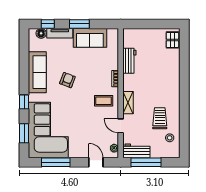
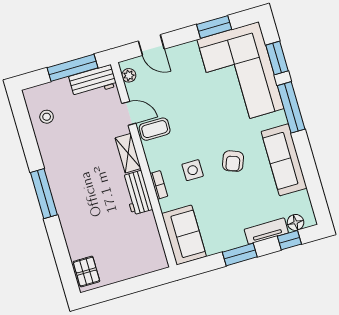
sofa: (90, 38) -> (184, 235), moved, turned 90
workbench: (129, 61) -> (137, 193), moved
side table: (93, 82) -> (193, 170), added
window: (184, 93) -> (44, 194), added
coffee table: (104, 101) -> (155, 129), moved
window: (24, 102) -> (291, 107), width x2.17
trolley: (160, 118) -> (71, 143), removed
window: (56, 162) -> (214, 27), width x0.69

